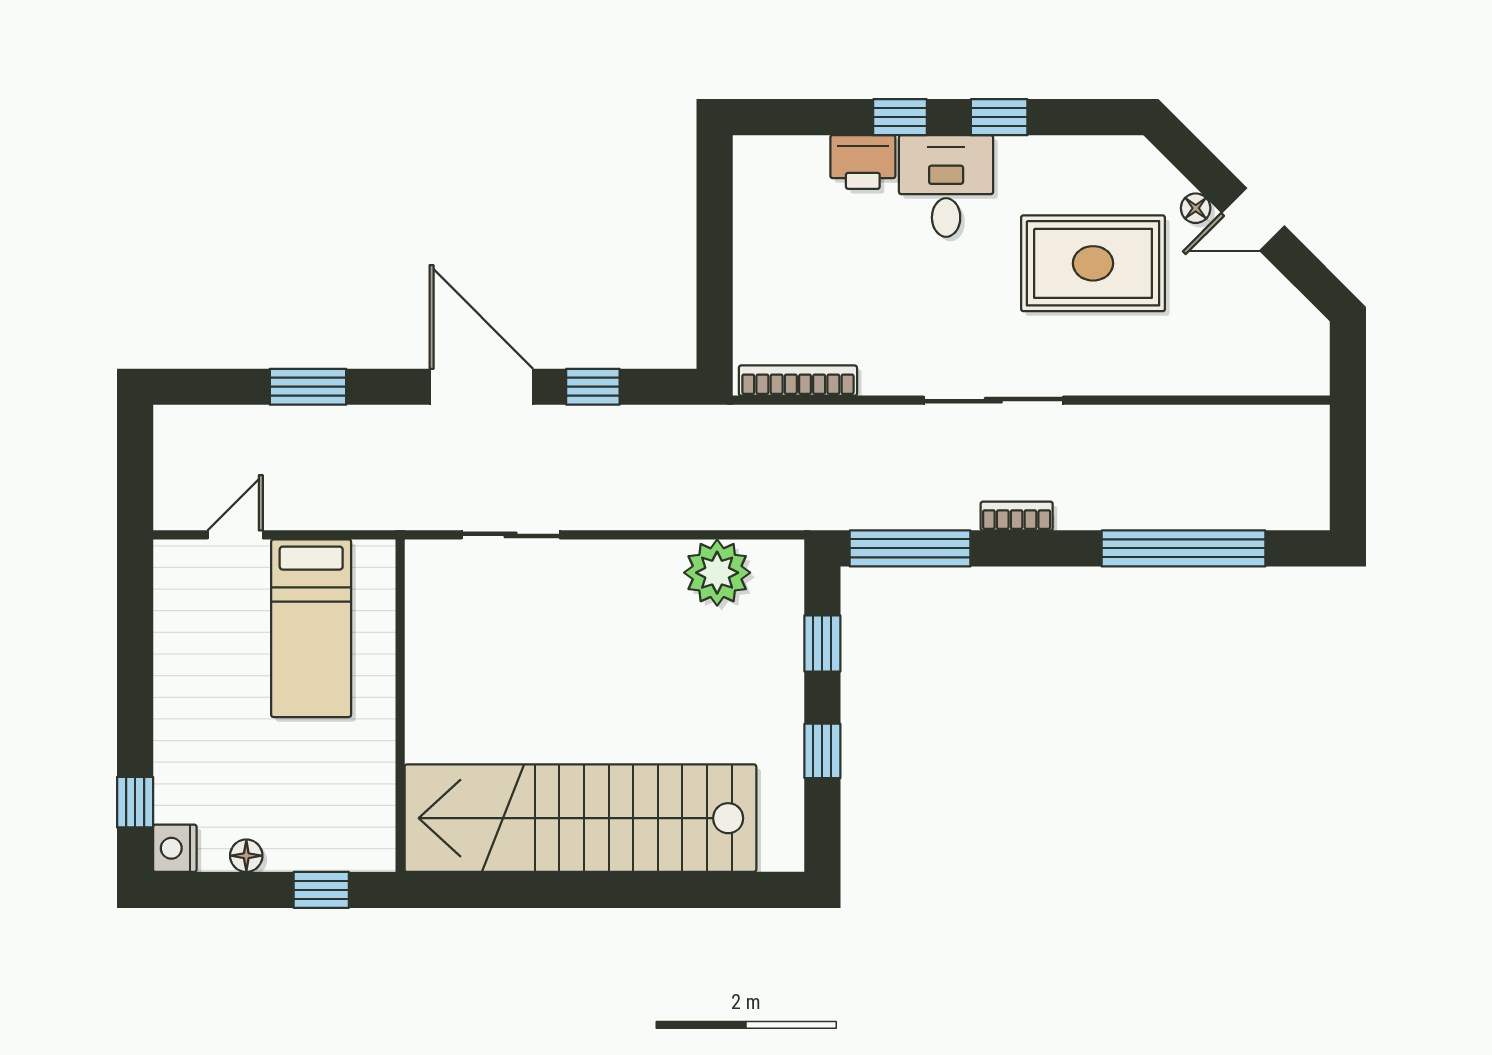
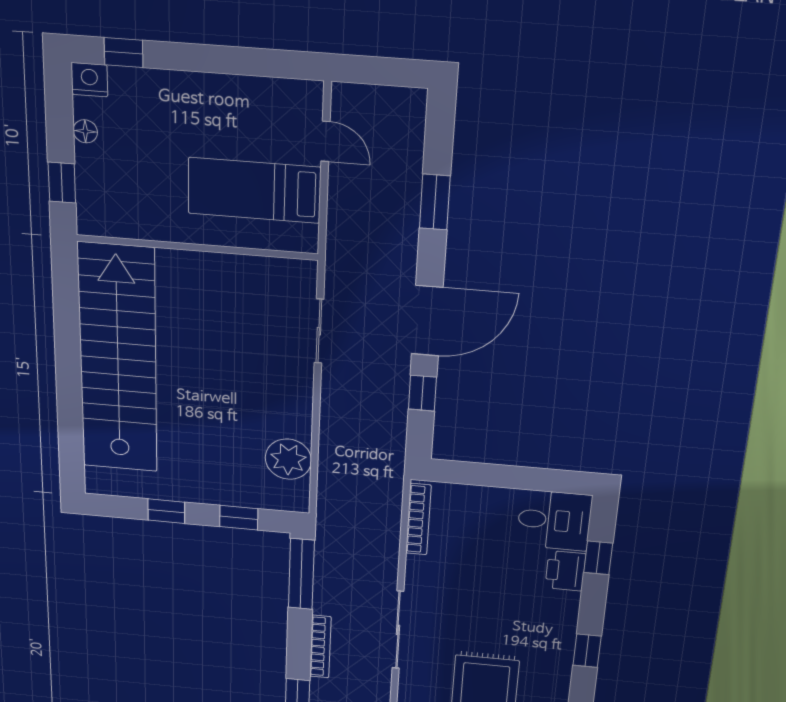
window: (900, 117) -> (598, 558), moved
desk: (946, 186) -> (554, 520), moved
bookcase: (1017, 516) -> (320, 647), width x1.56

